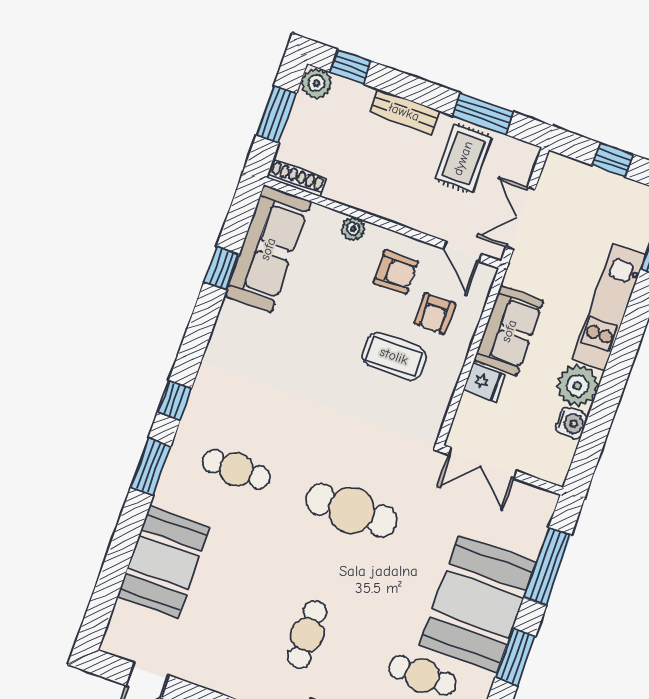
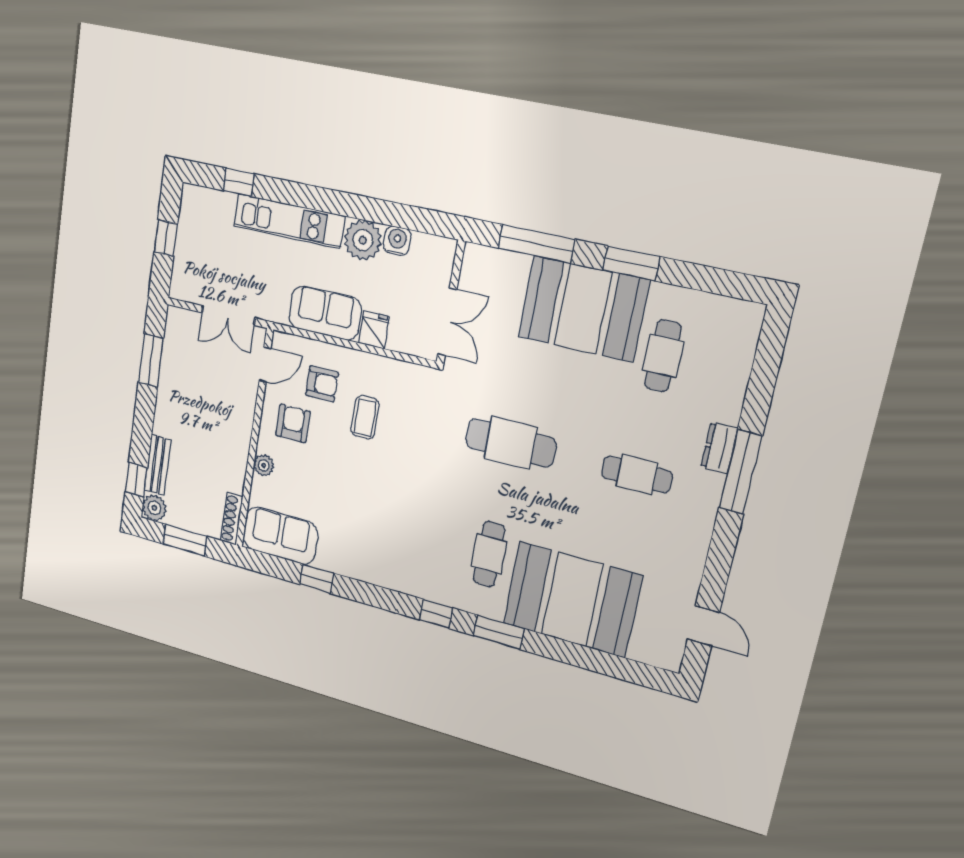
bench: (404, 112) -> (158, 465), moved
rug: (463, 158) -> (189, 374), removed
sofa: (268, 249) -> (280, 536), width x0.73
coffee table: (394, 356) -> (365, 417), width x0.73, depth x0.77
cafe table: (351, 510) -> (511, 443), turned 90
booth: (163, 562) -> (572, 599), width x1.36, depth x1.42

